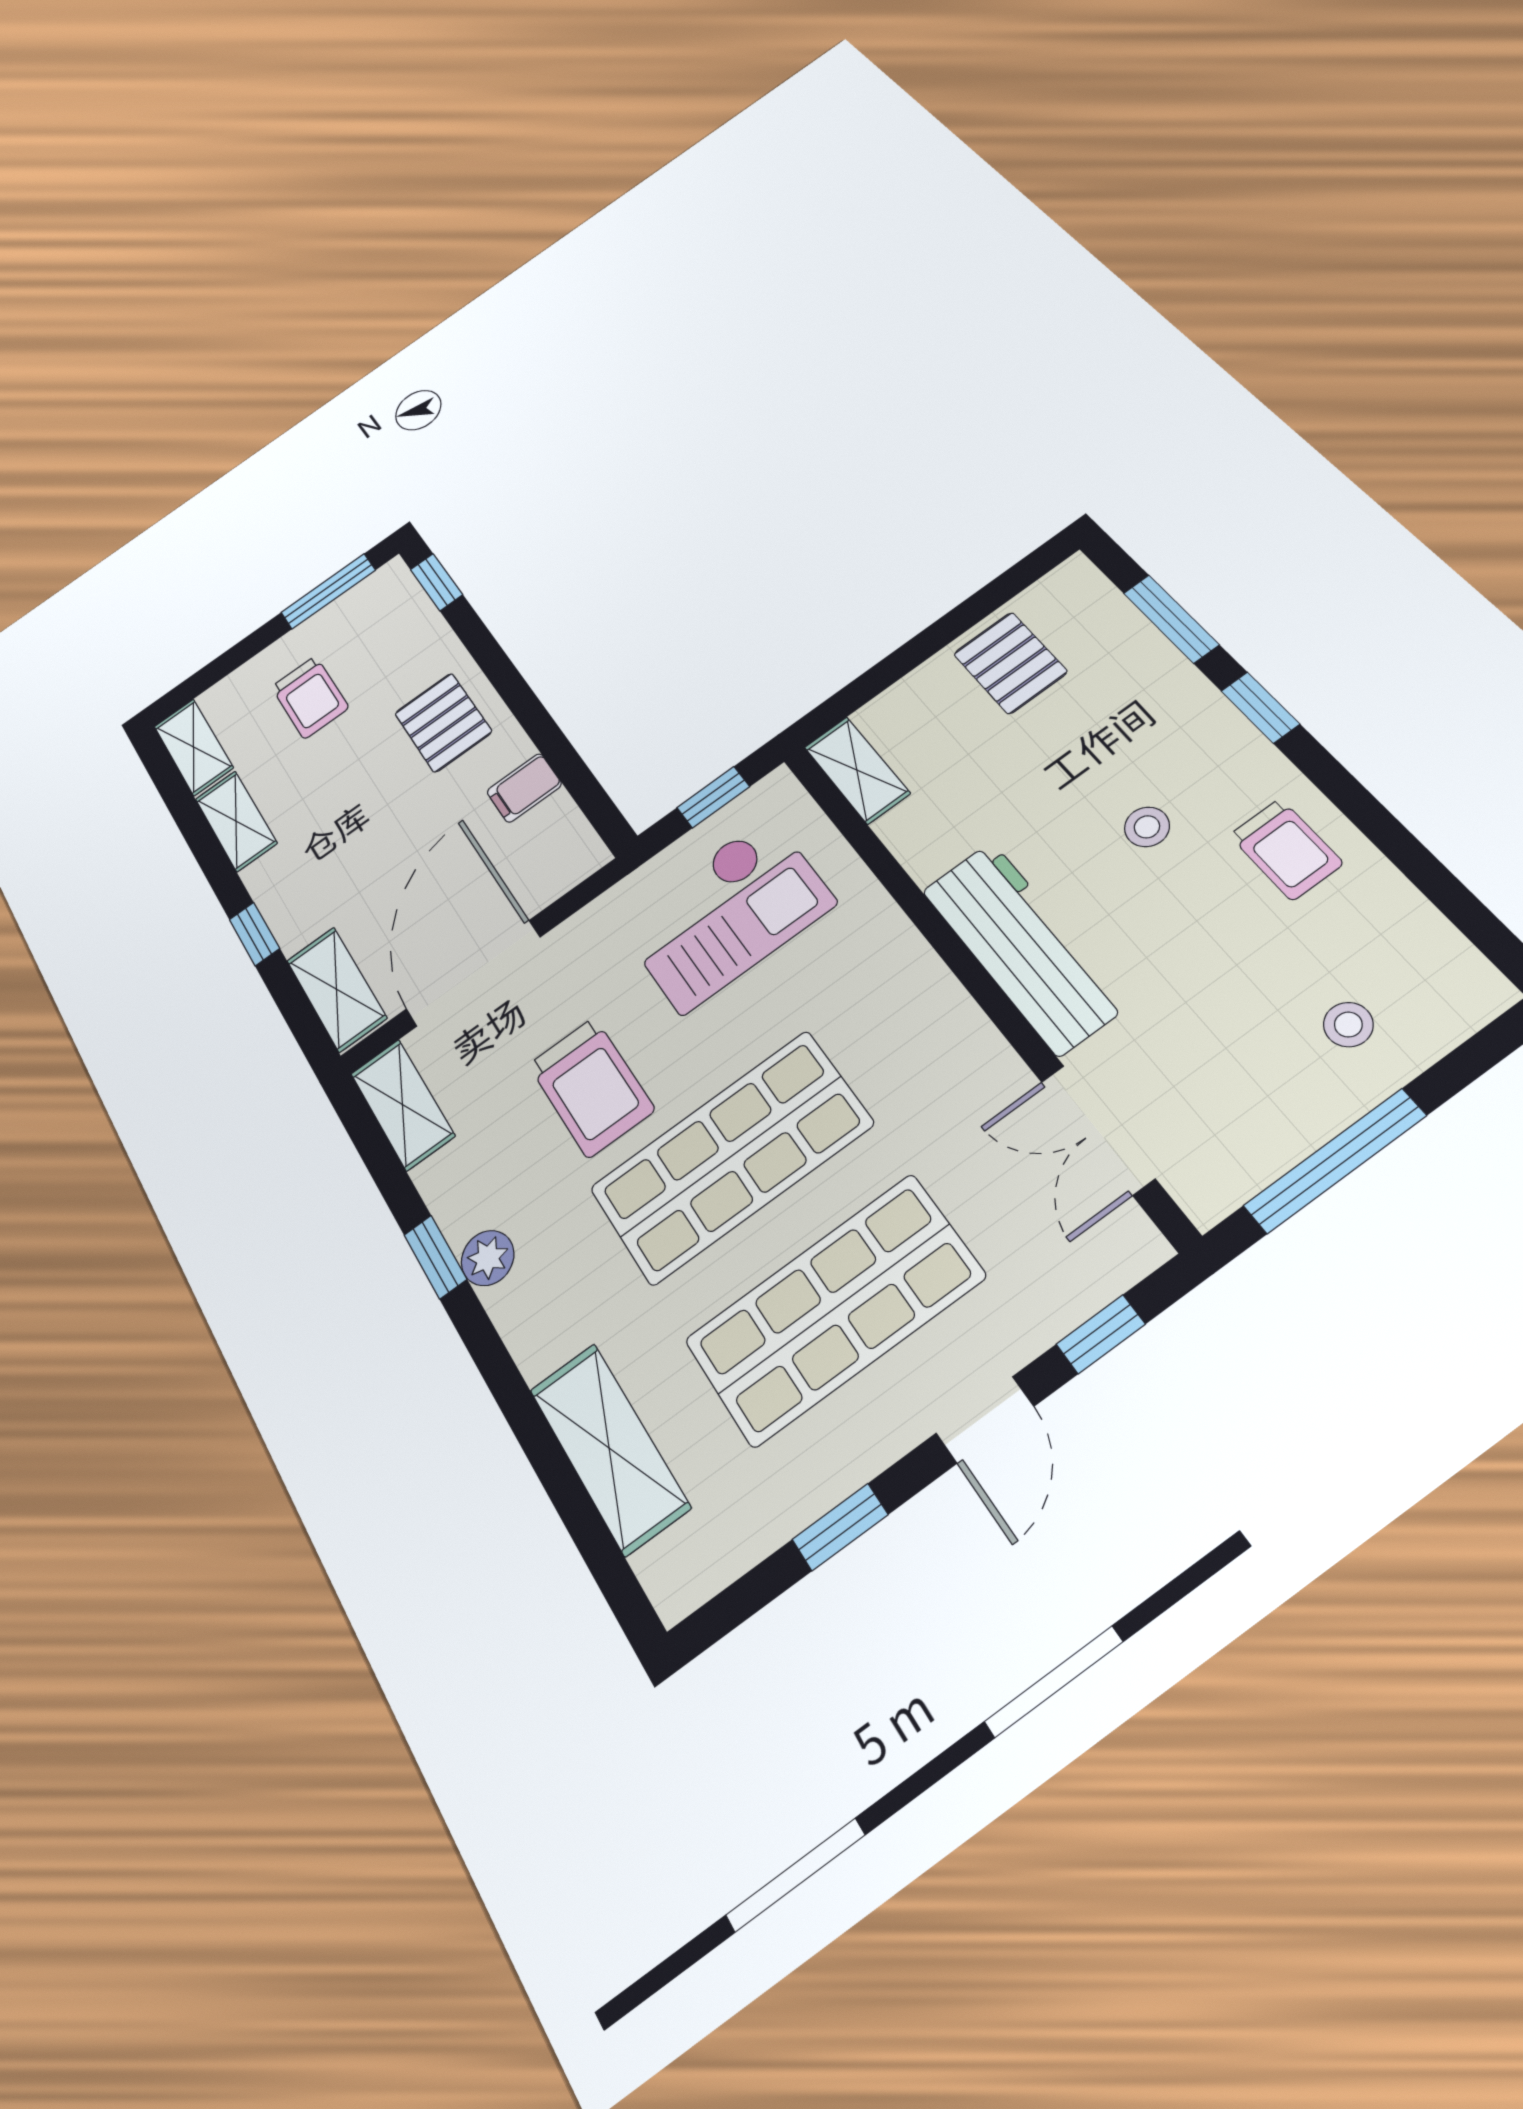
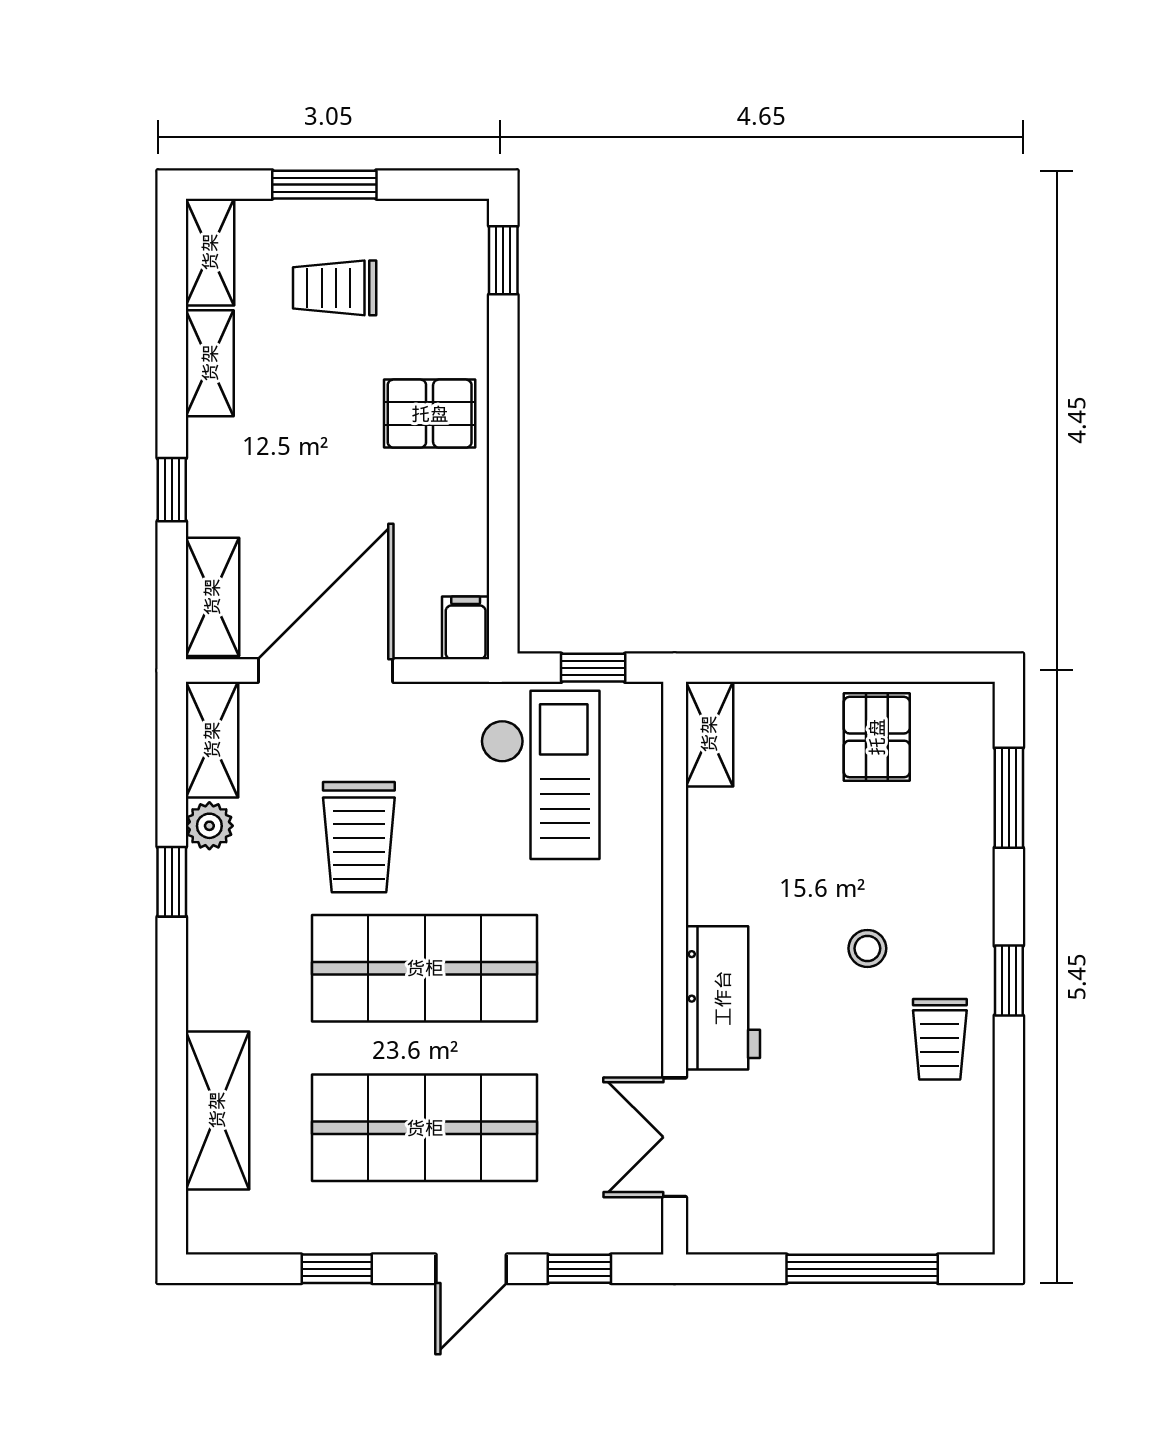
window: (328, 591) -> (324, 185), moved
trolley: (310, 697) -> (335, 288), turned 90
window: (1260, 707) -> (1009, 981), moved
pallet: (443, 722) -> (430, 414), turned 90
filing cabinet: (524, 788) -> (466, 628), moved, turned 90
checkout: (726, 913) -> (540, 775), turned -90
workbench: (1024, 947) -> (723, 998), width x0.73
stool: (1348, 1025) -> (879, 1189), removed
window: (1335, 1161) -> (862, 1269), moved
plant: (488, 1258) -> (209, 826), moved

